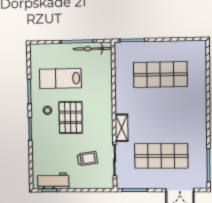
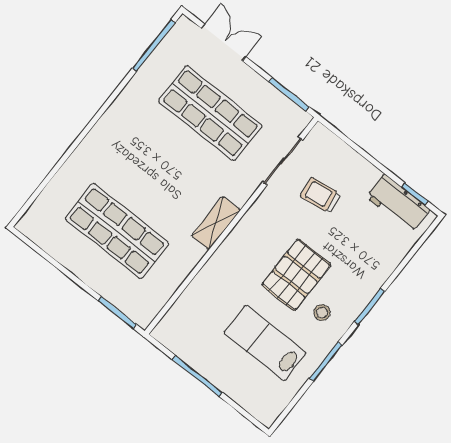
bicycle: (92, 49) -> (184, 348), removed
lab bench: (60, 78) -> (265, 343), turned 180
shelving: (122, 128) -> (216, 223), moved

